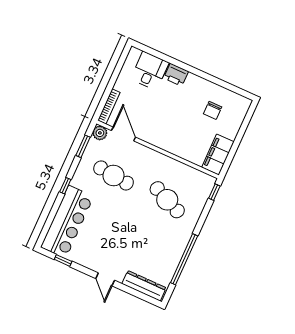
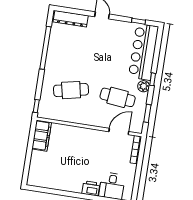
chair: (213, 110) -> (55, 169), removed
plant: (100, 133) -> (144, 86), moved
door: (123, 134) -> (119, 132), swing flipped
cafe table: (167, 200) -> (71, 90), turned -36

